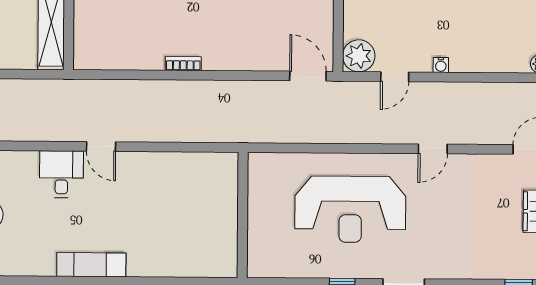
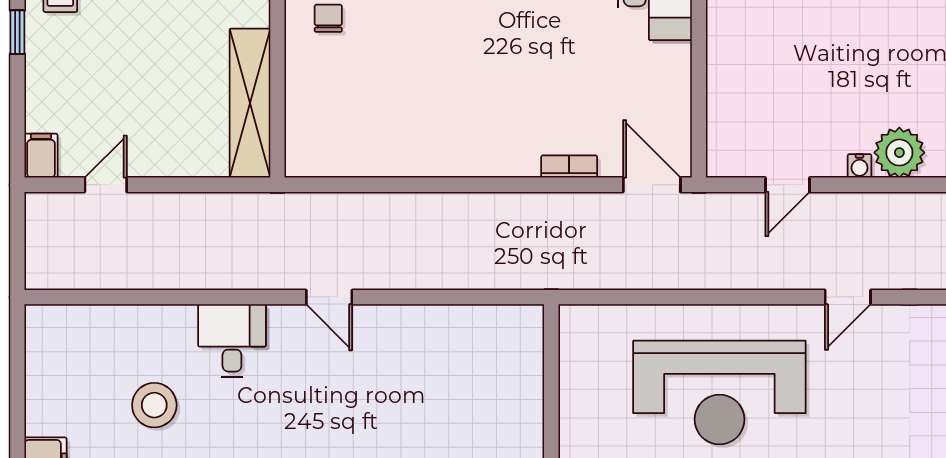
plant: (359, 56) -> (899, 153), moved
bookcase: (183, 64) -> (569, 167), moved
desk: (61, 174) -> (232, 341), moved

